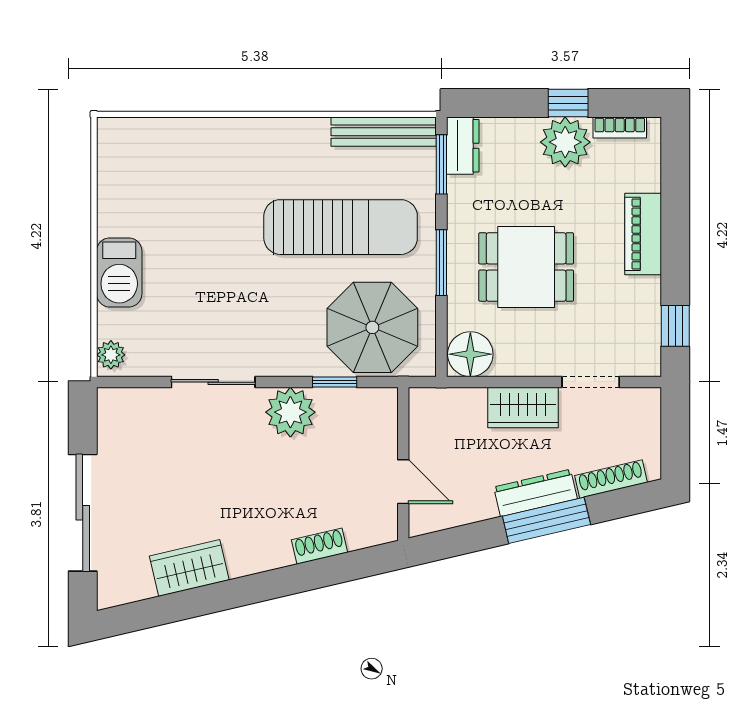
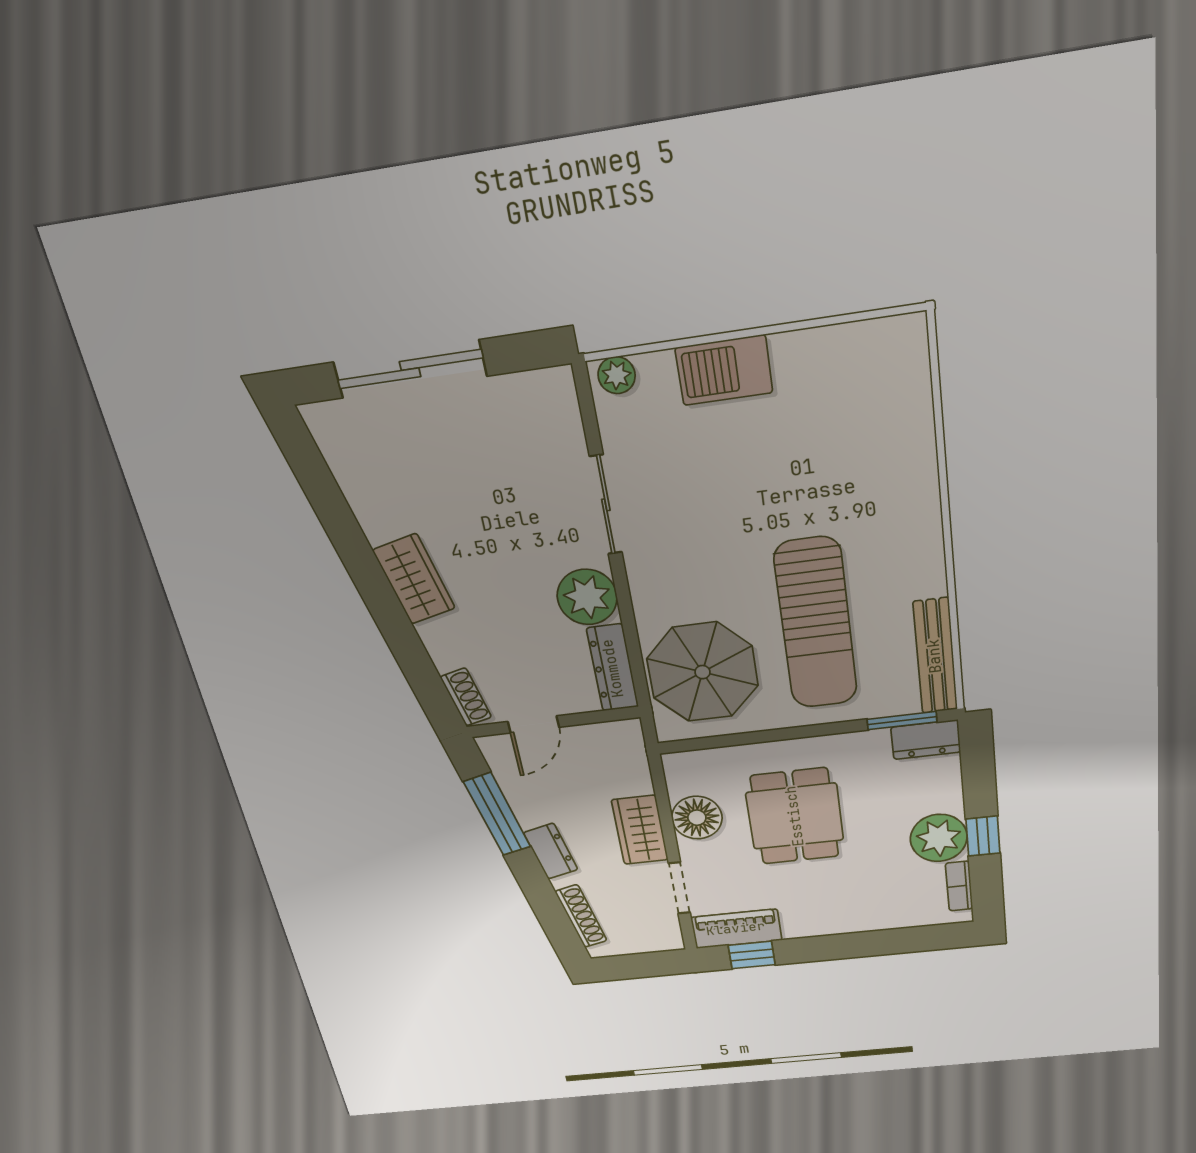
piano: (643, 234) -> (736, 929), moved
window: (441, 263) -> (788, 734), removed
floor lamp: (470, 354) -> (697, 818), moved
window: (335, 382) -> (632, 640), removed
dresser: (358, 403) -> (613, 668), added
dresser: (535, 493) -> (551, 851), width x0.70
window: (546, 520) -> (497, 814), moved
shoe rack: (320, 546) -> (466, 697), moved
wardrobe: (189, 568) -> (414, 579), moved

